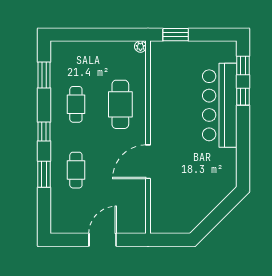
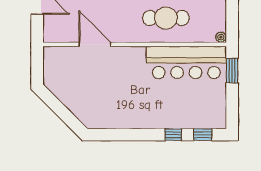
bar counter: (220, 105) -> (186, 62), moved, turned 180
door: (148, 162) -> (95, 44), moved

